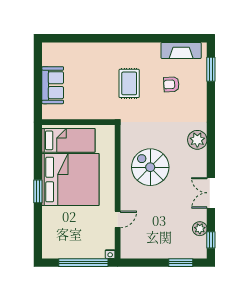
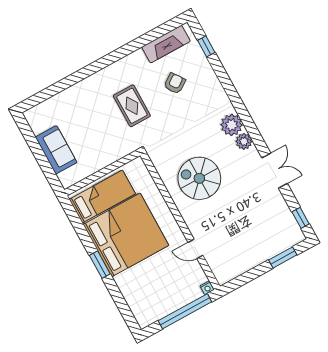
window: (211, 69) -> (206, 46), width x0.67
armchair: (171, 84) -> (175, 83), turned 148
double door: (211, 193) -> (275, 171), swing flipped
door: (118, 219) -> (195, 249), swing flipped
plant: (200, 229) -> (244, 141), moved

